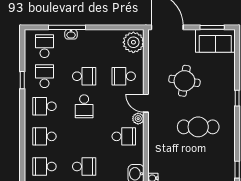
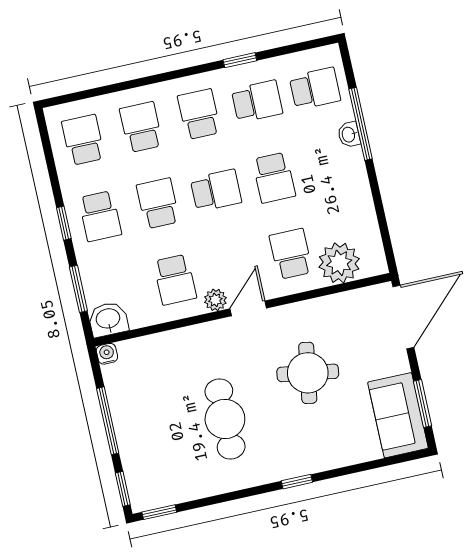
plant: (133, 42) -> (339, 263), moved
school desk: (84, 106) -> (216, 190), turned 180
school desk: (84, 136) -> (158, 203), added

